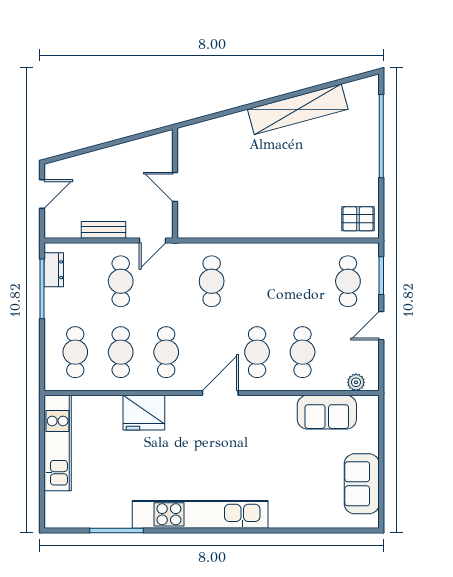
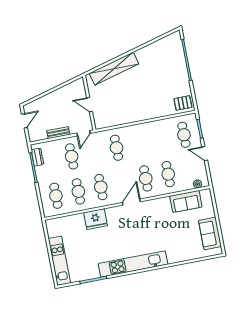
shelving: (298, 109) -> (114, 69), moved
door: (381, 326) -> (205, 154), hinge flipped
kitchen unit: (58, 443) -> (59, 261), moved

